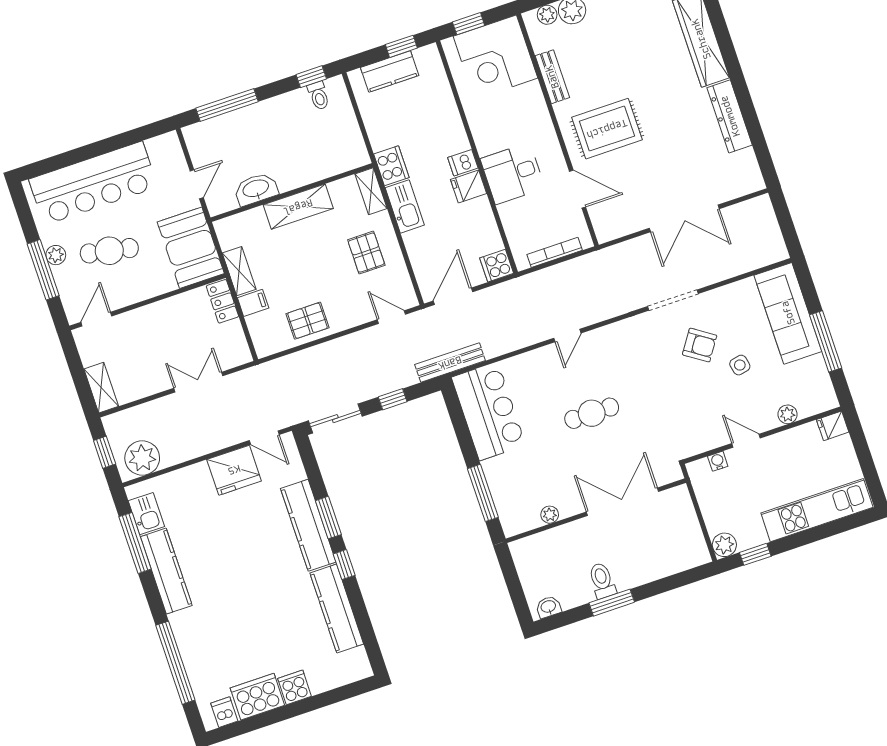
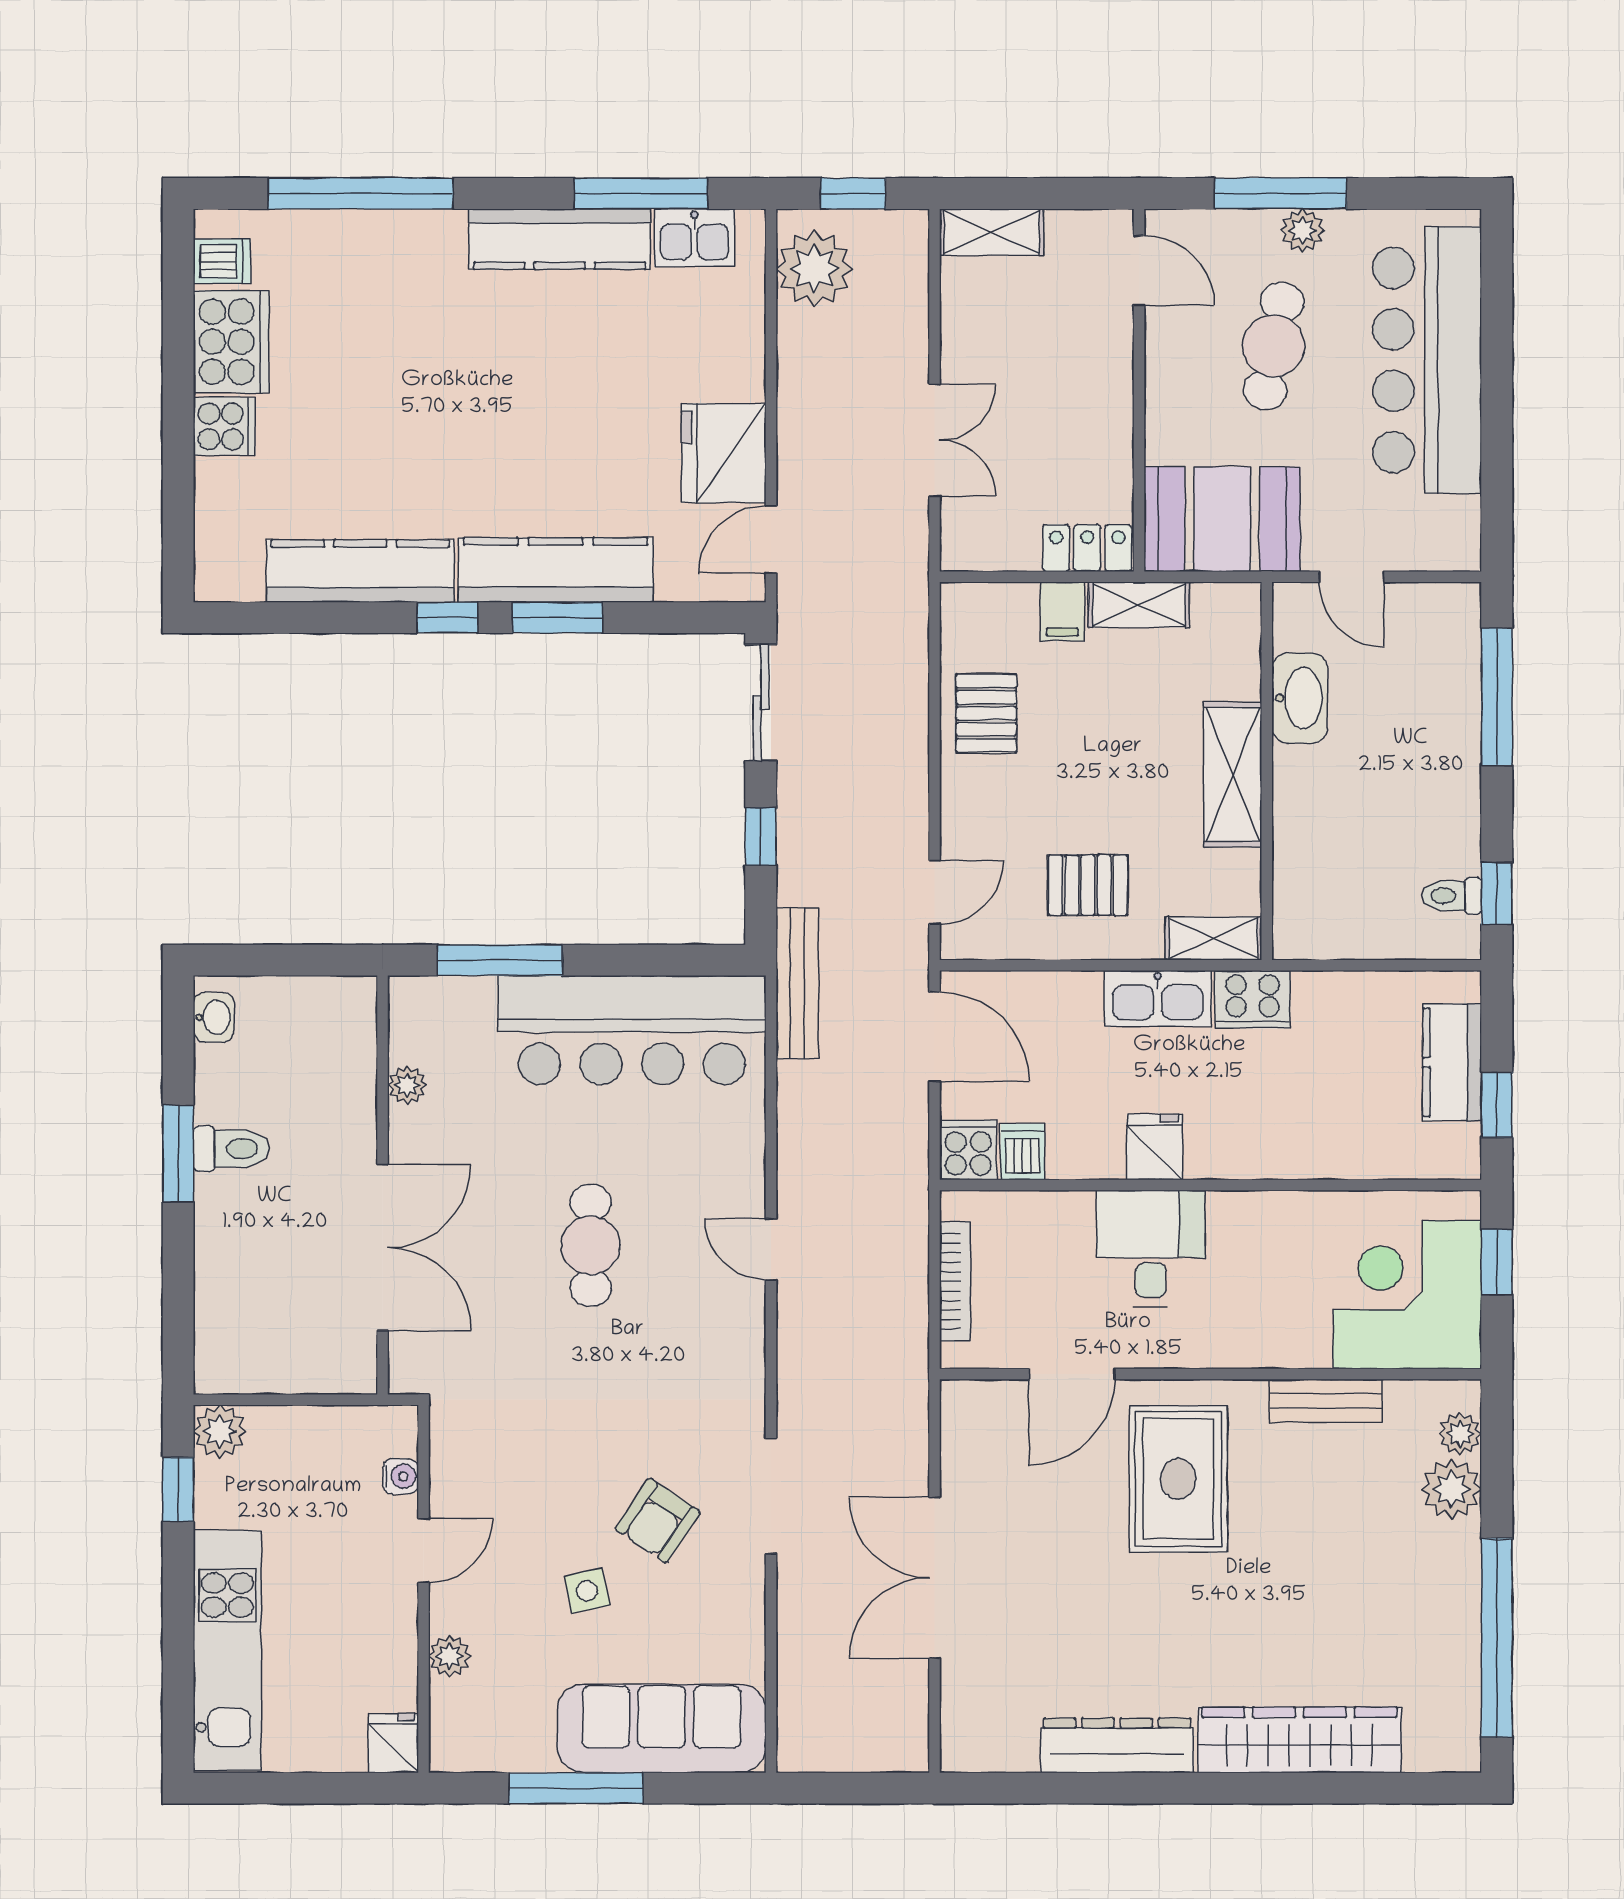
dishwasher: (463, 163) -> (1023, 1152), moved
bar counter: (489, 411) -> (632, 1030), width x1.36

